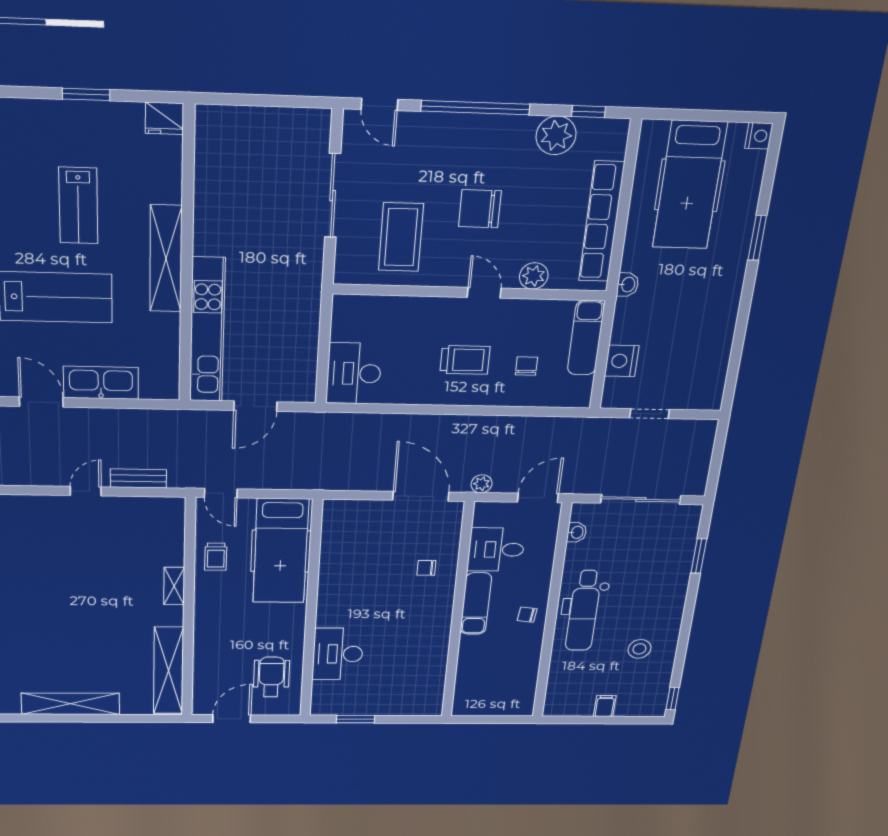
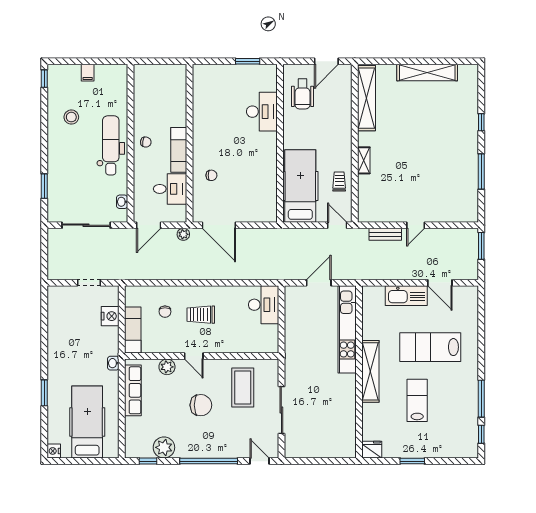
row of seats: (602, 222) -> (133, 390), width x0.73

